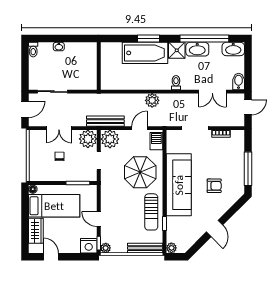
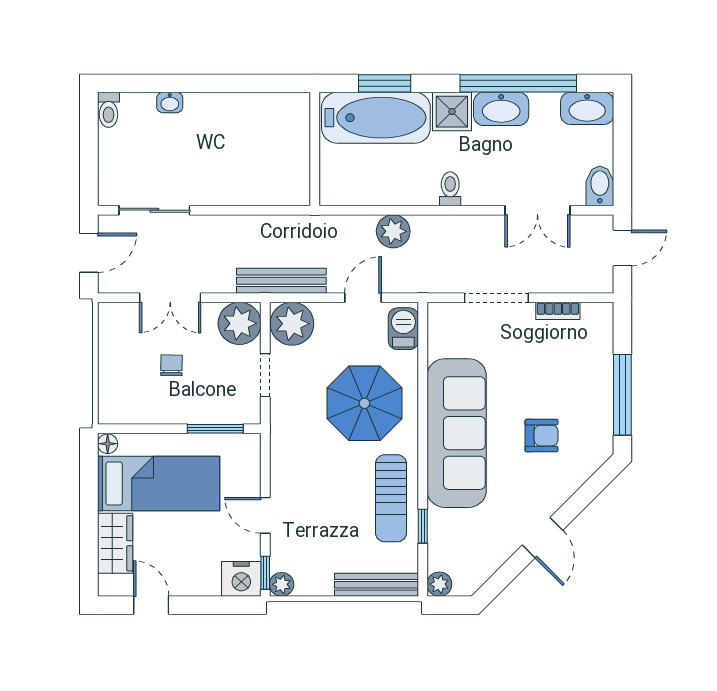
wall: (99, 66) -> (315, 149), moved

